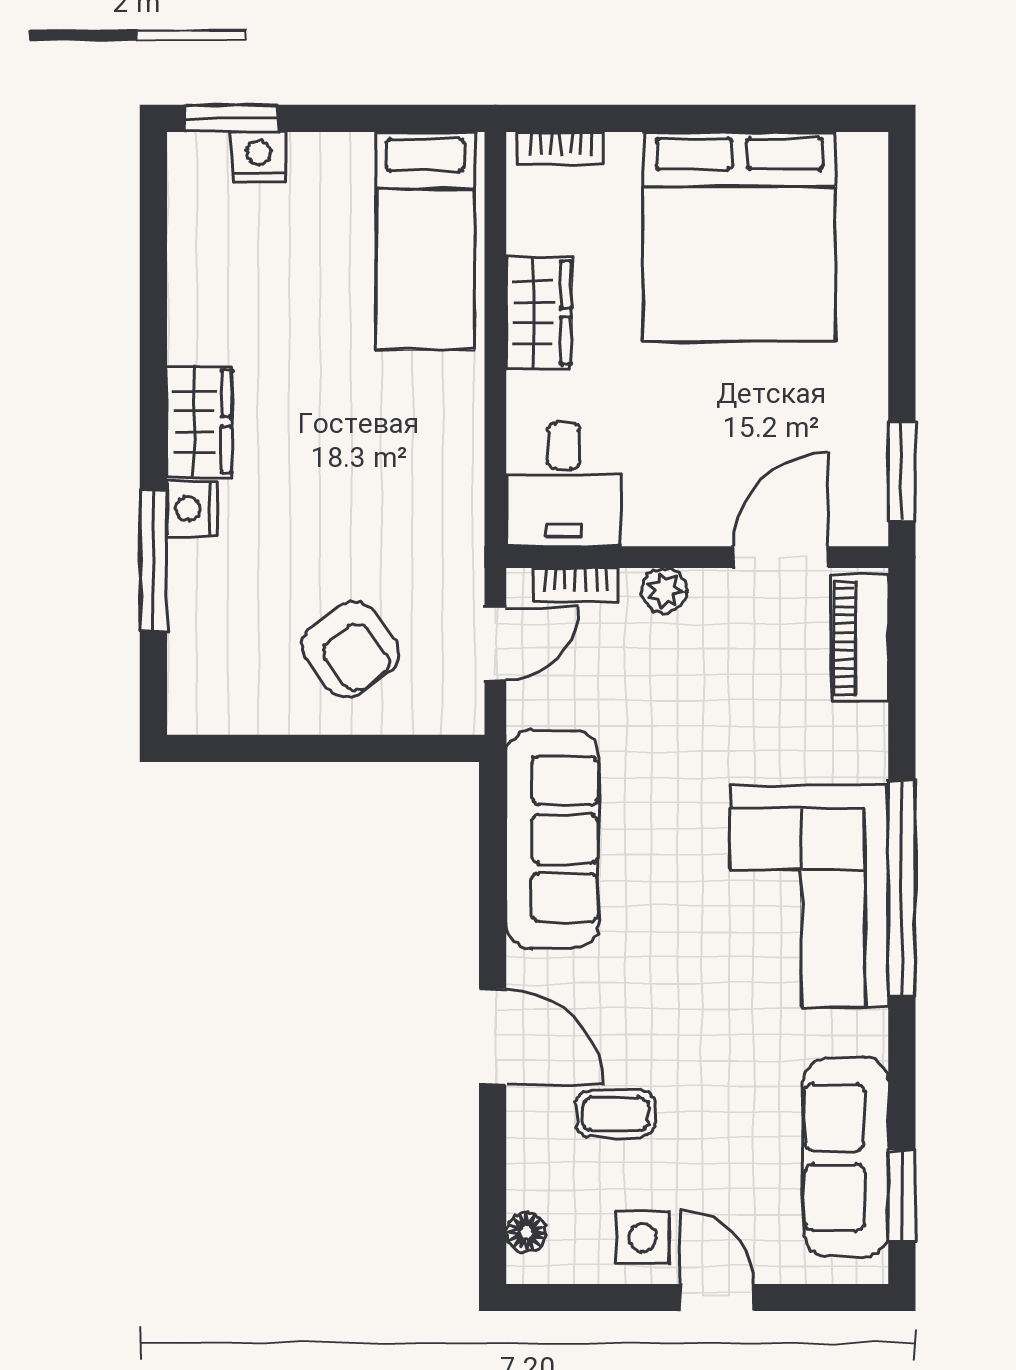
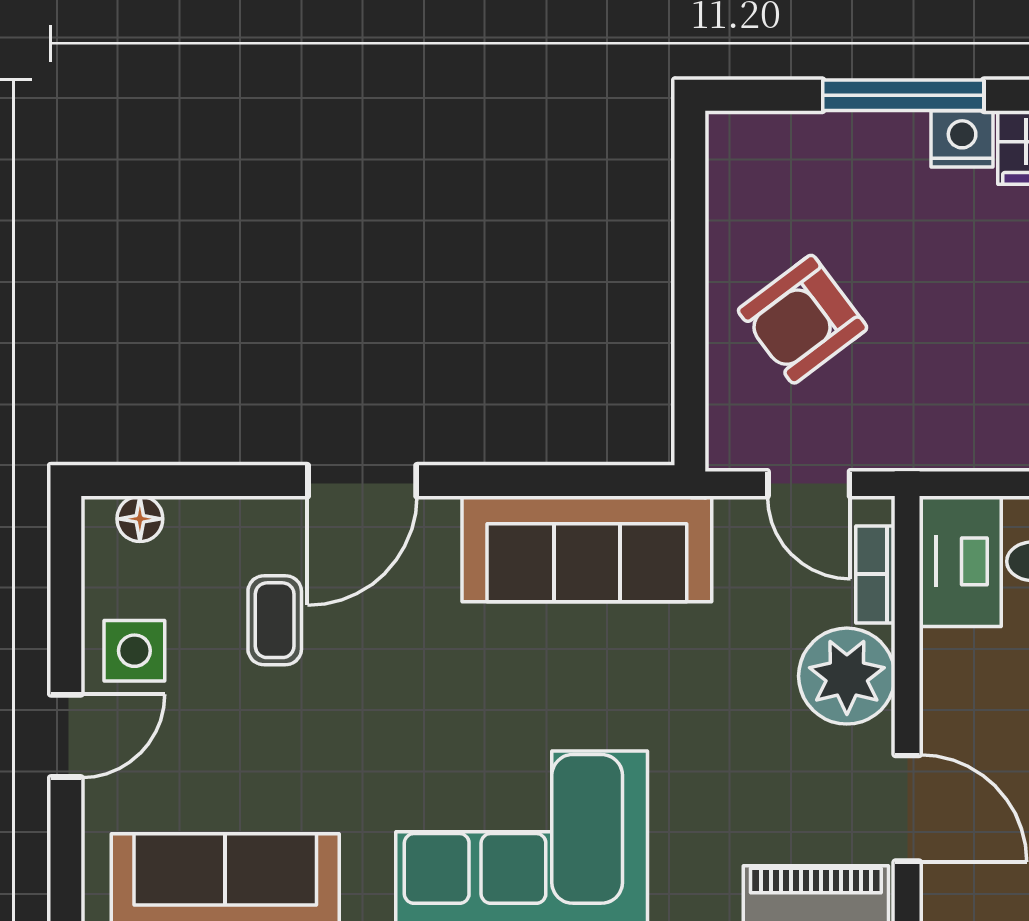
plant: (665, 591) -> (847, 676), width x1.87, depth x1.87

